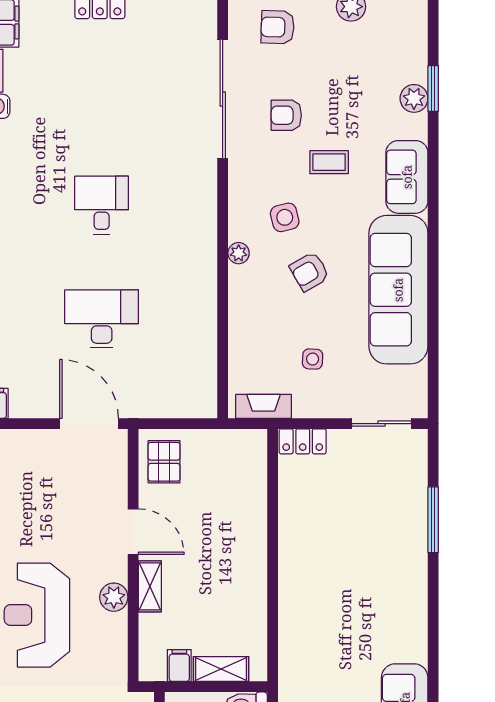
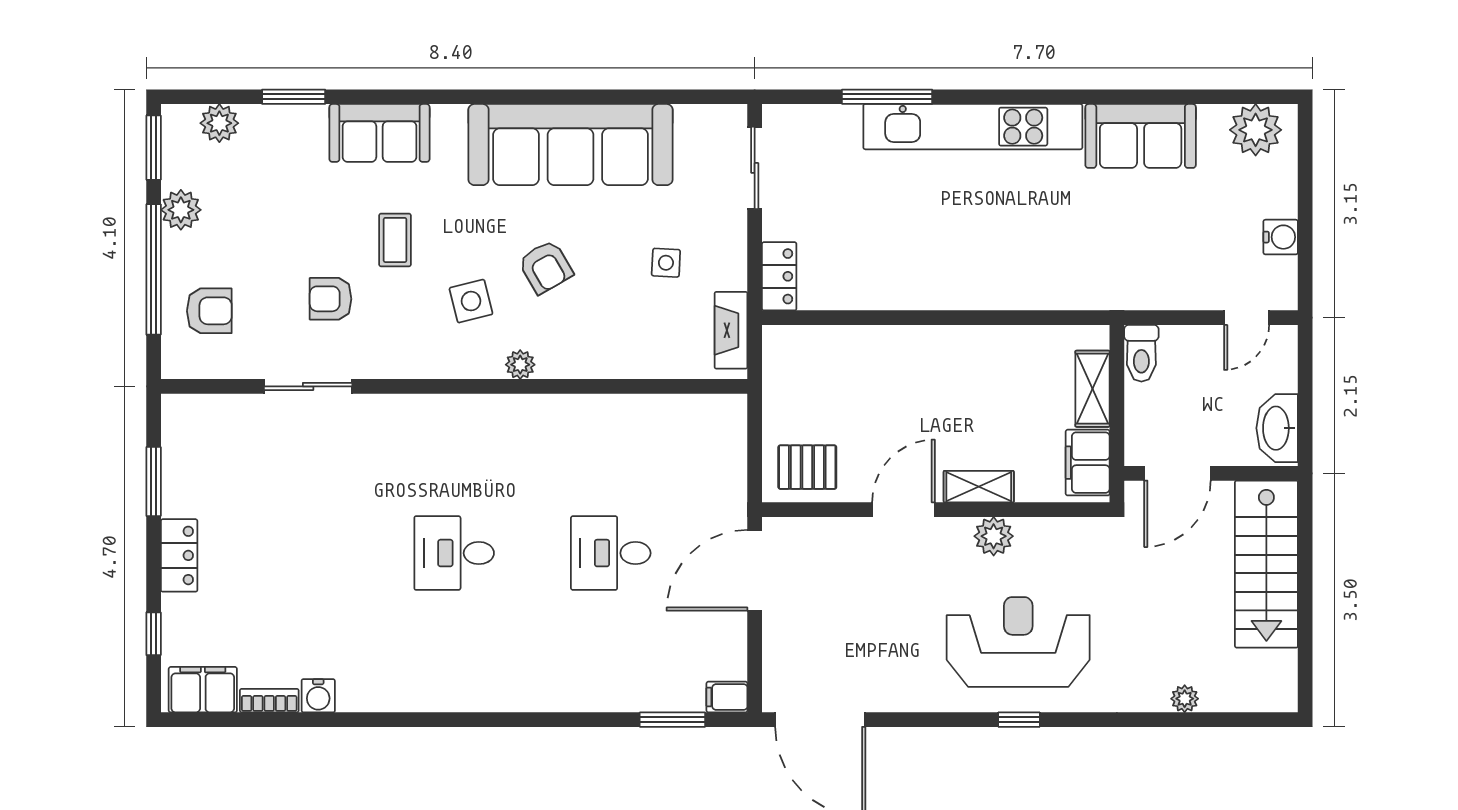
armchair: (278, 27) -> (209, 311), turned -92
plant: (414, 98) -> (219, 123), moved
sliding door: (223, 99) -> (308, 386), width x0.54
armchair: (286, 115) -> (330, 299), turned 90
sofa: (407, 177) -> (379, 133), moved
desk: (102, 319) -> (611, 553), width x0.73
kitchen unit: (411, 582) -> (973, 127), added
reception desk: (37, 615) -> (1018, 642), turned 180
filing cabinet: (179, 666) -> (1088, 463), width x2.00

